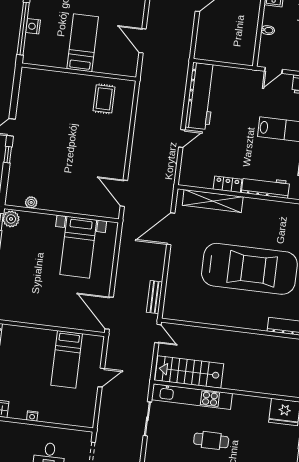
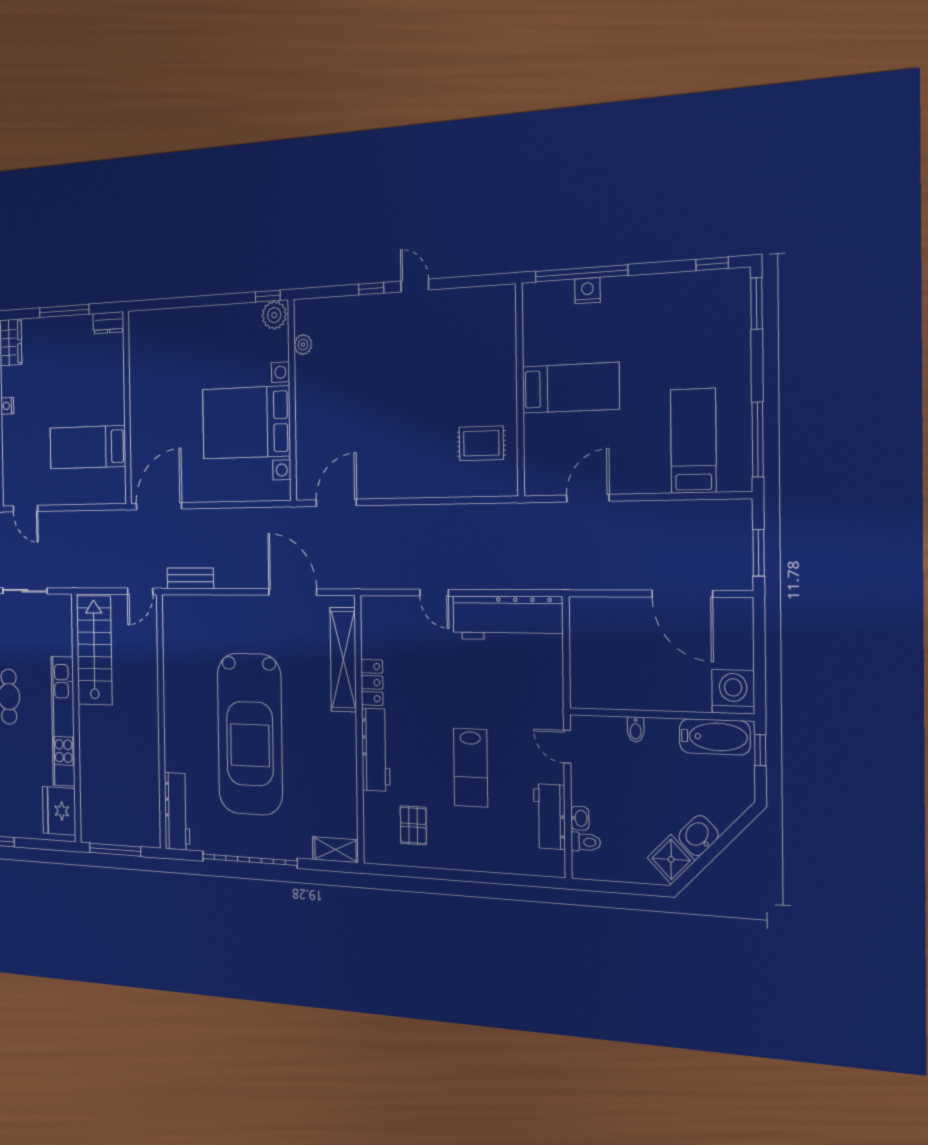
bed with nightstands: (78, 247) -> (246, 422), width x1.36
door: (101, 378) -> (25, 509), moved
kitchen unit: (192, 397) -> (63, 721), moved

